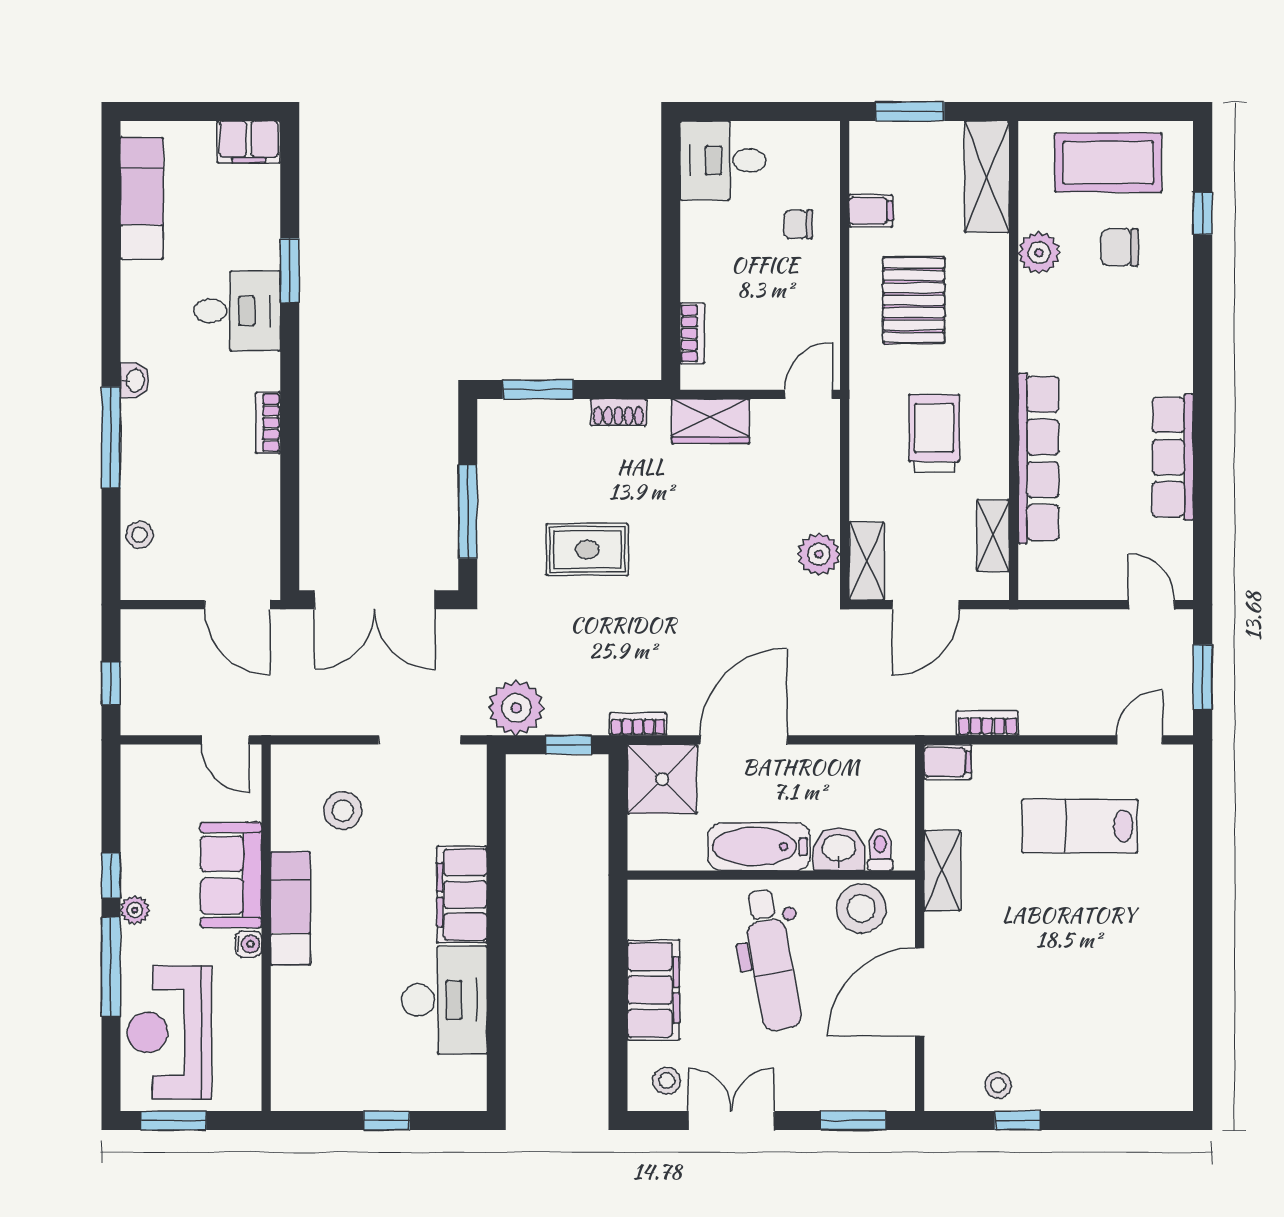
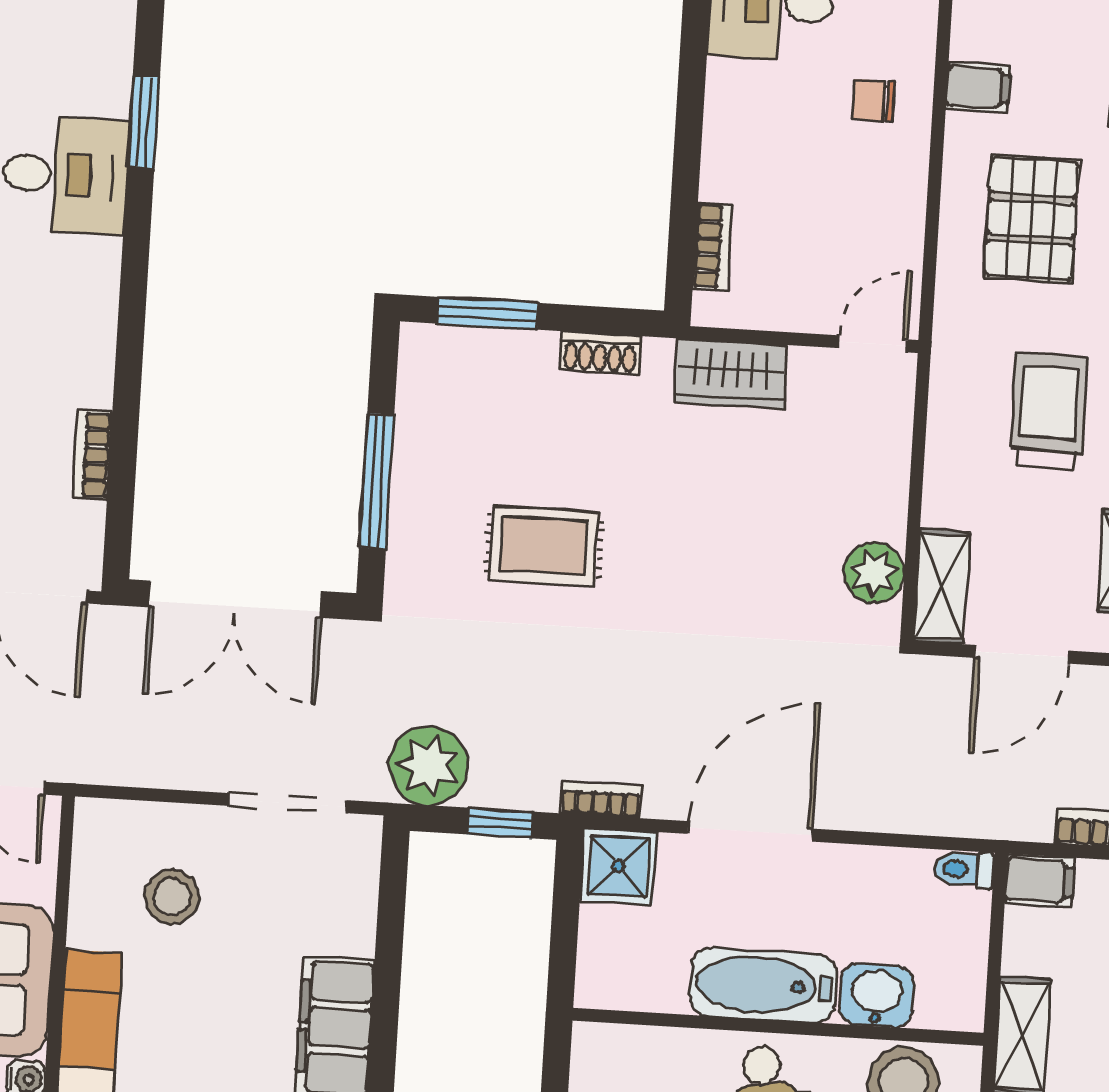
bookcase: (268, 423) -> (92, 455), moved
shower: (662, 779) -> (618, 866), width x0.73, depth x0.73
toilet: (880, 850) -> (964, 869), moved, turned -90

